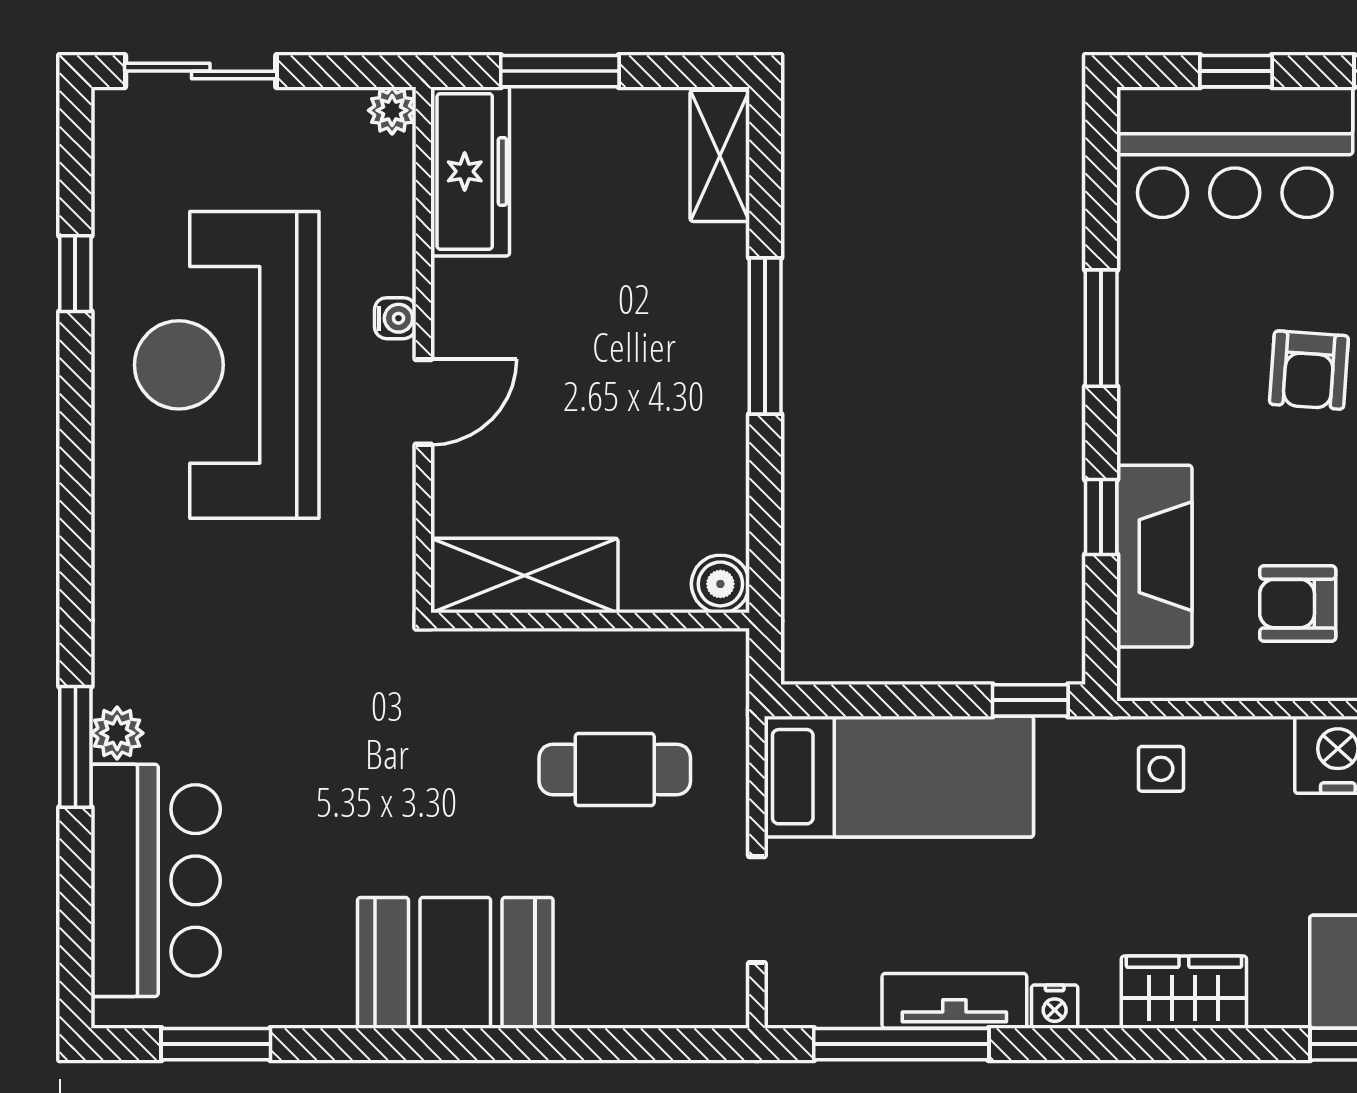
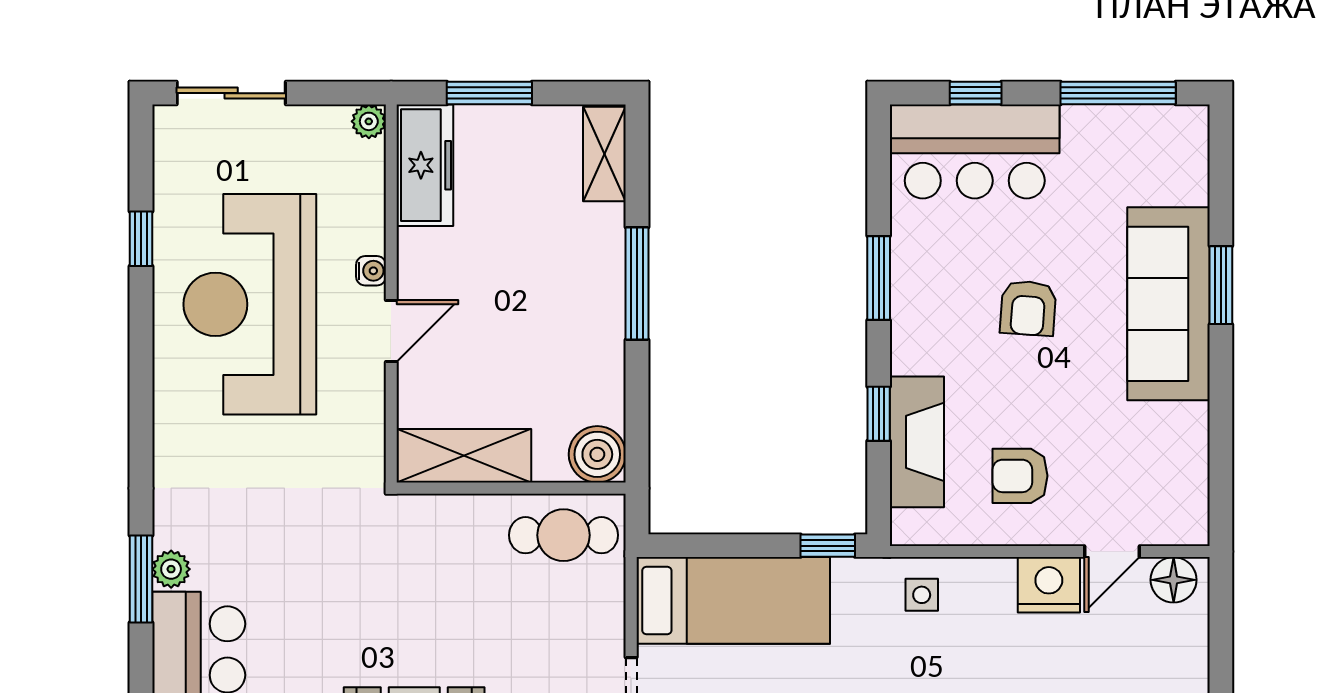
boiler: (720, 584) -> (597, 454), width x1.36, depth x1.36
cafe table: (615, 769) -> (563, 535), moved

